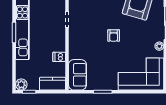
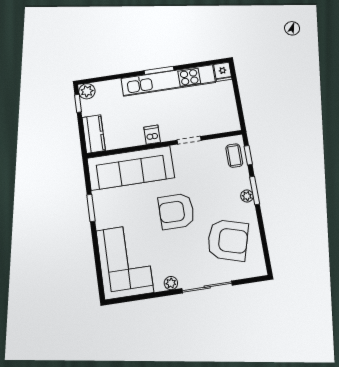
armchair: (114, 35) -> (176, 211), width x1.88, depth x1.88
dishwasher: (59, 57) -> (152, 135), moved
sofa: (77, 75) -> (131, 168), width x1.85, depth x1.27

